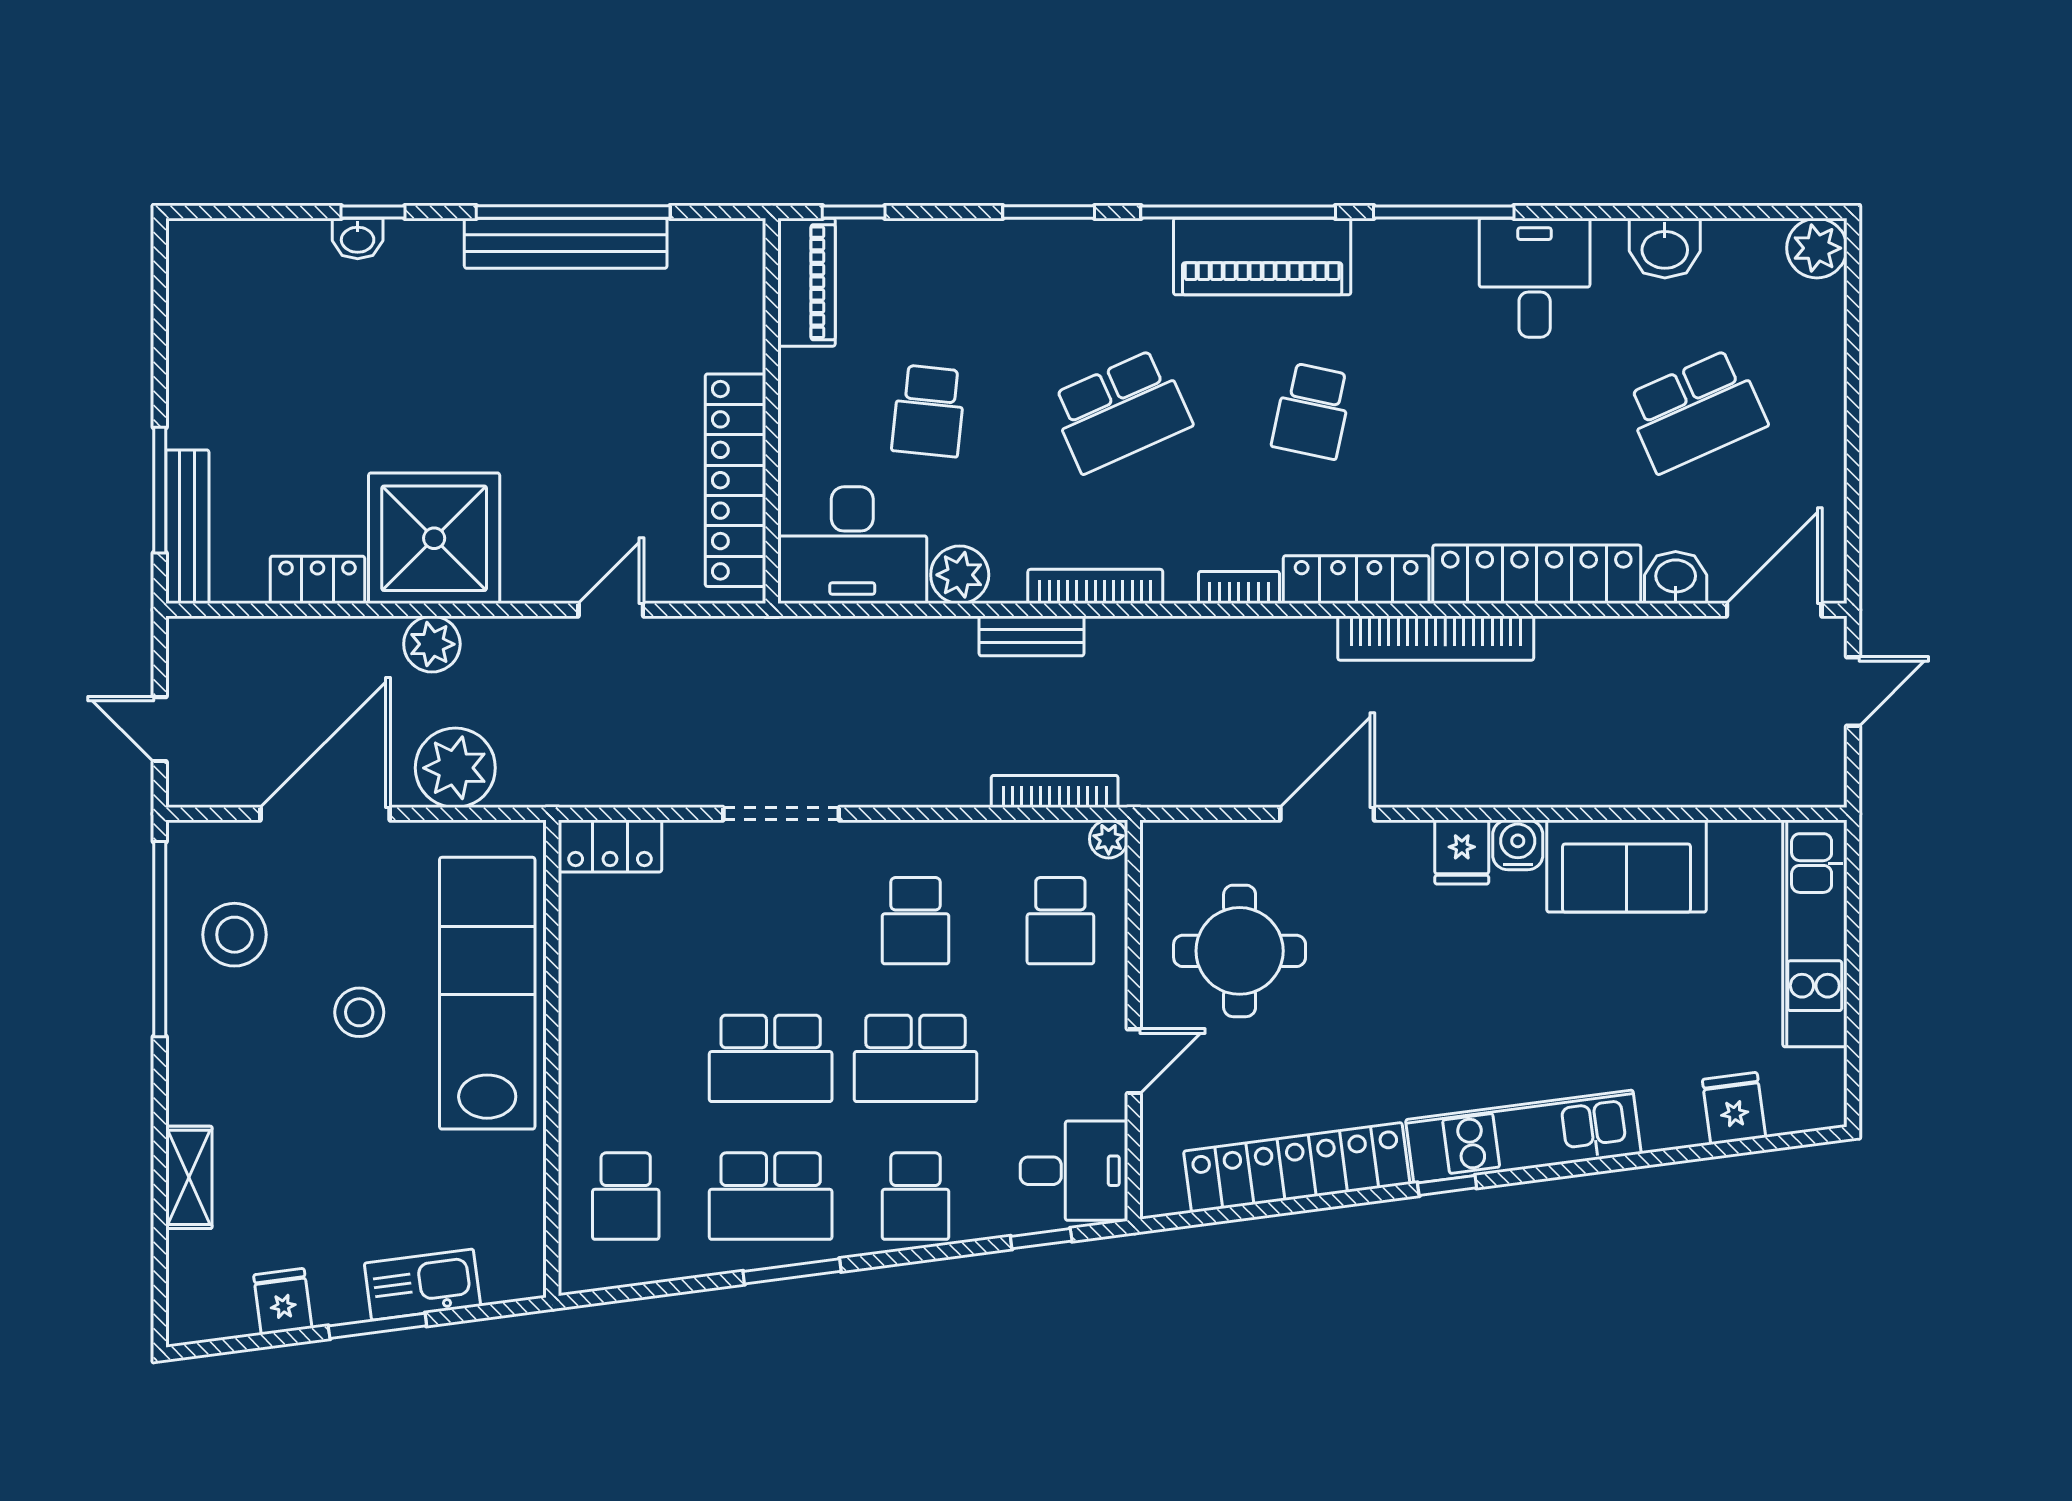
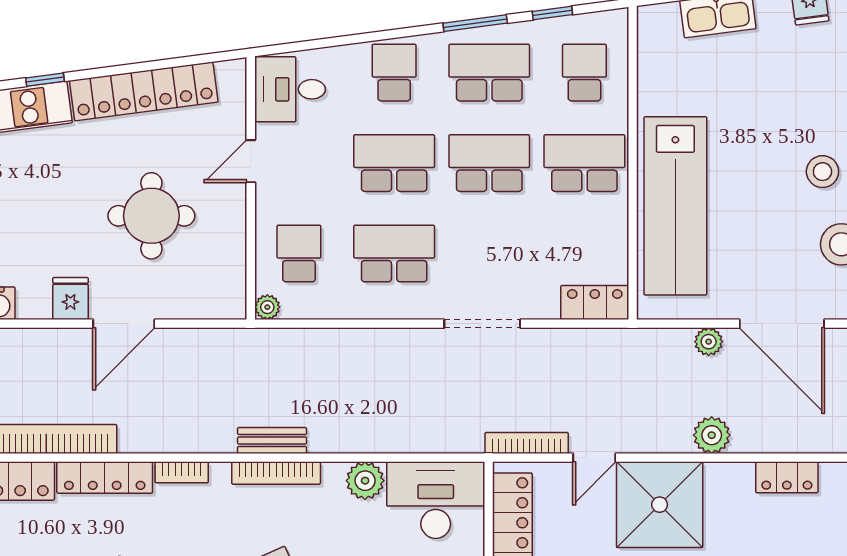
shower: (434, 538) -> (660, 505), moved
bench: (1031, 636) -> (272, 441), moved
plant: (455, 768) -> (709, 342), width x0.53, depth x0.53
bookcase: (1055, 791) -> (527, 443), moved, turned 180
door: (325, 814) -> (782, 324), hinge flipped
fridge: (1462, 852) -> (70, 299), moved
school desk: (916, 921) -> (394, 254), width x1.85
round table: (1240, 951) -> (151, 216), moved
stool: (359, 1012) -> (822, 172), moved
school desk: (626, 1058) -> (584, 163), added
window: (1041, 1239) -> (552, 13), moved

